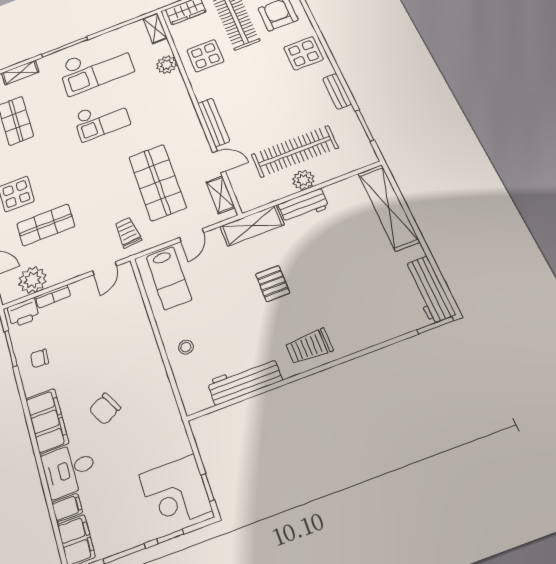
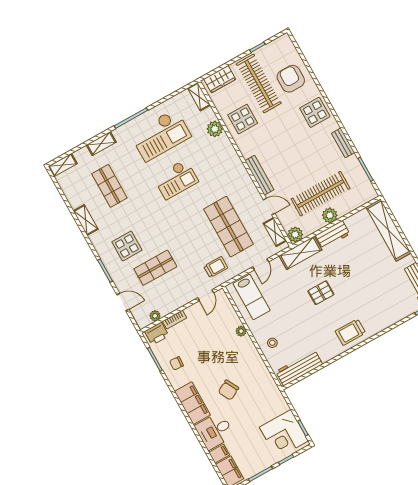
plant: (249, 201) -> (295, 235), added
trolley: (128, 232) -> (216, 267), turned 95
plant: (33, 280) -> (155, 316), width x0.53, depth x0.53
pallet: (273, 284) -> (321, 293), turned 90
plant: (143, 324) -> (241, 331), added
workbench: (245, 381) -> (299, 368), moved

